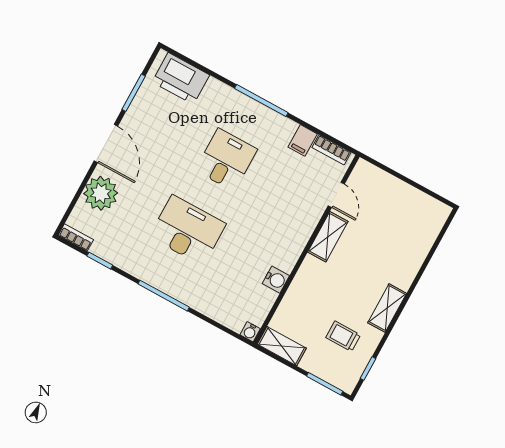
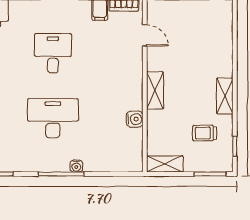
shelving: (328, 237) -> (155, 90), moved
water cooler: (250, 332) -> (76, 166), moved

